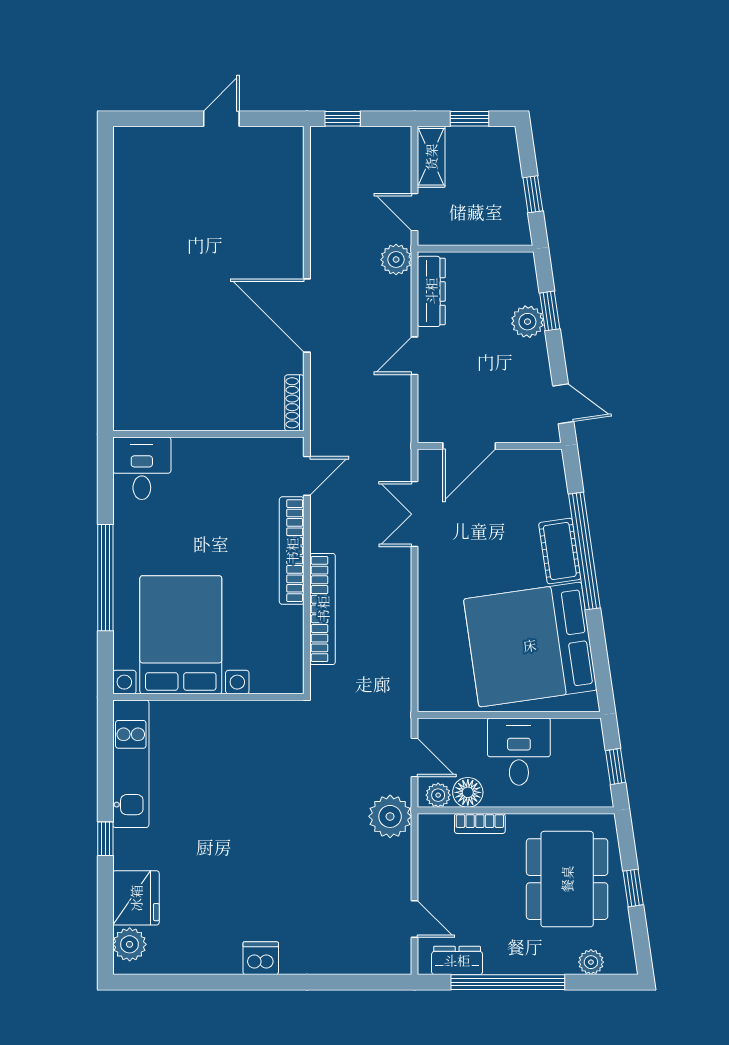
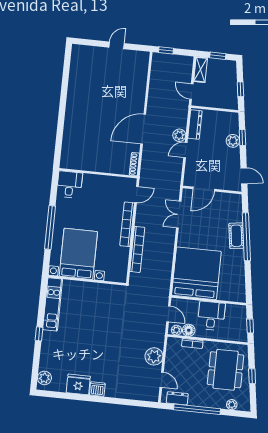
plant: (396, 260) -> (179, 135), moved
door: (307, 316) -> (143, 129), hinge flipped
bed: (530, 645) -> (196, 273), moved, turned 98
plant: (390, 816) -> (154, 356), moved
fridge: (136, 898) -> (78, 384), moved, turned -90

